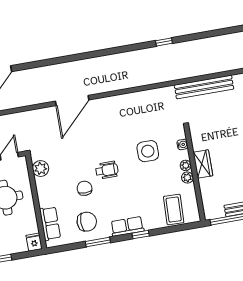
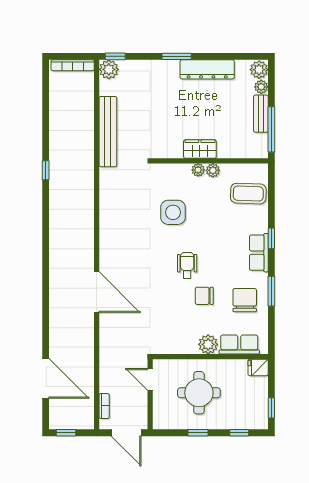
water cooler: (182, 145) -> (172, 170), removed
plant: (41, 169) -> (208, 344), moved

